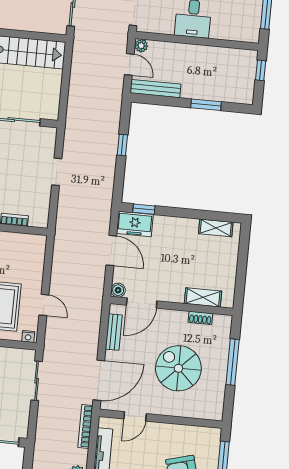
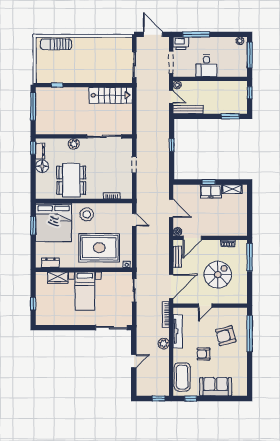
window: (206, 105) -> (230, 116), moved
window: (144, 209) -> (209, 182), moved
freezer: (135, 224) -> (211, 191), moved
shelving: (203, 297) -> (228, 231), removed
door: (44, 305) -> (134, 220), moved
window: (233, 362) -> (250, 257), moved
spiral stairs: (178, 368) -> (218, 275), turned 90
door: (135, 416) -> (205, 306), moved

